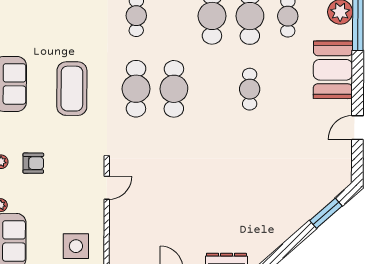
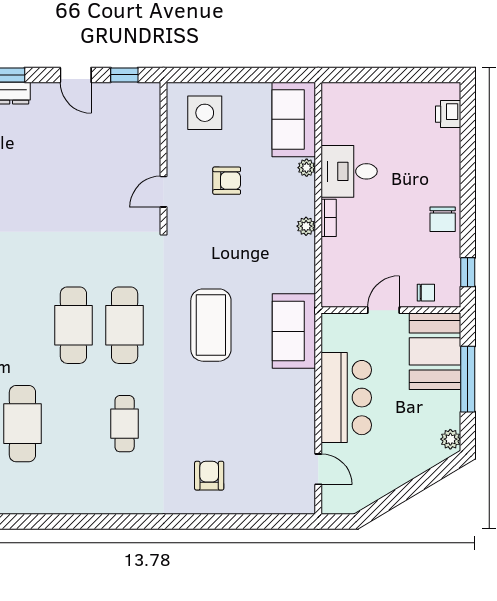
armchair: (33, 163) -> (227, 181), moved, turned 180

